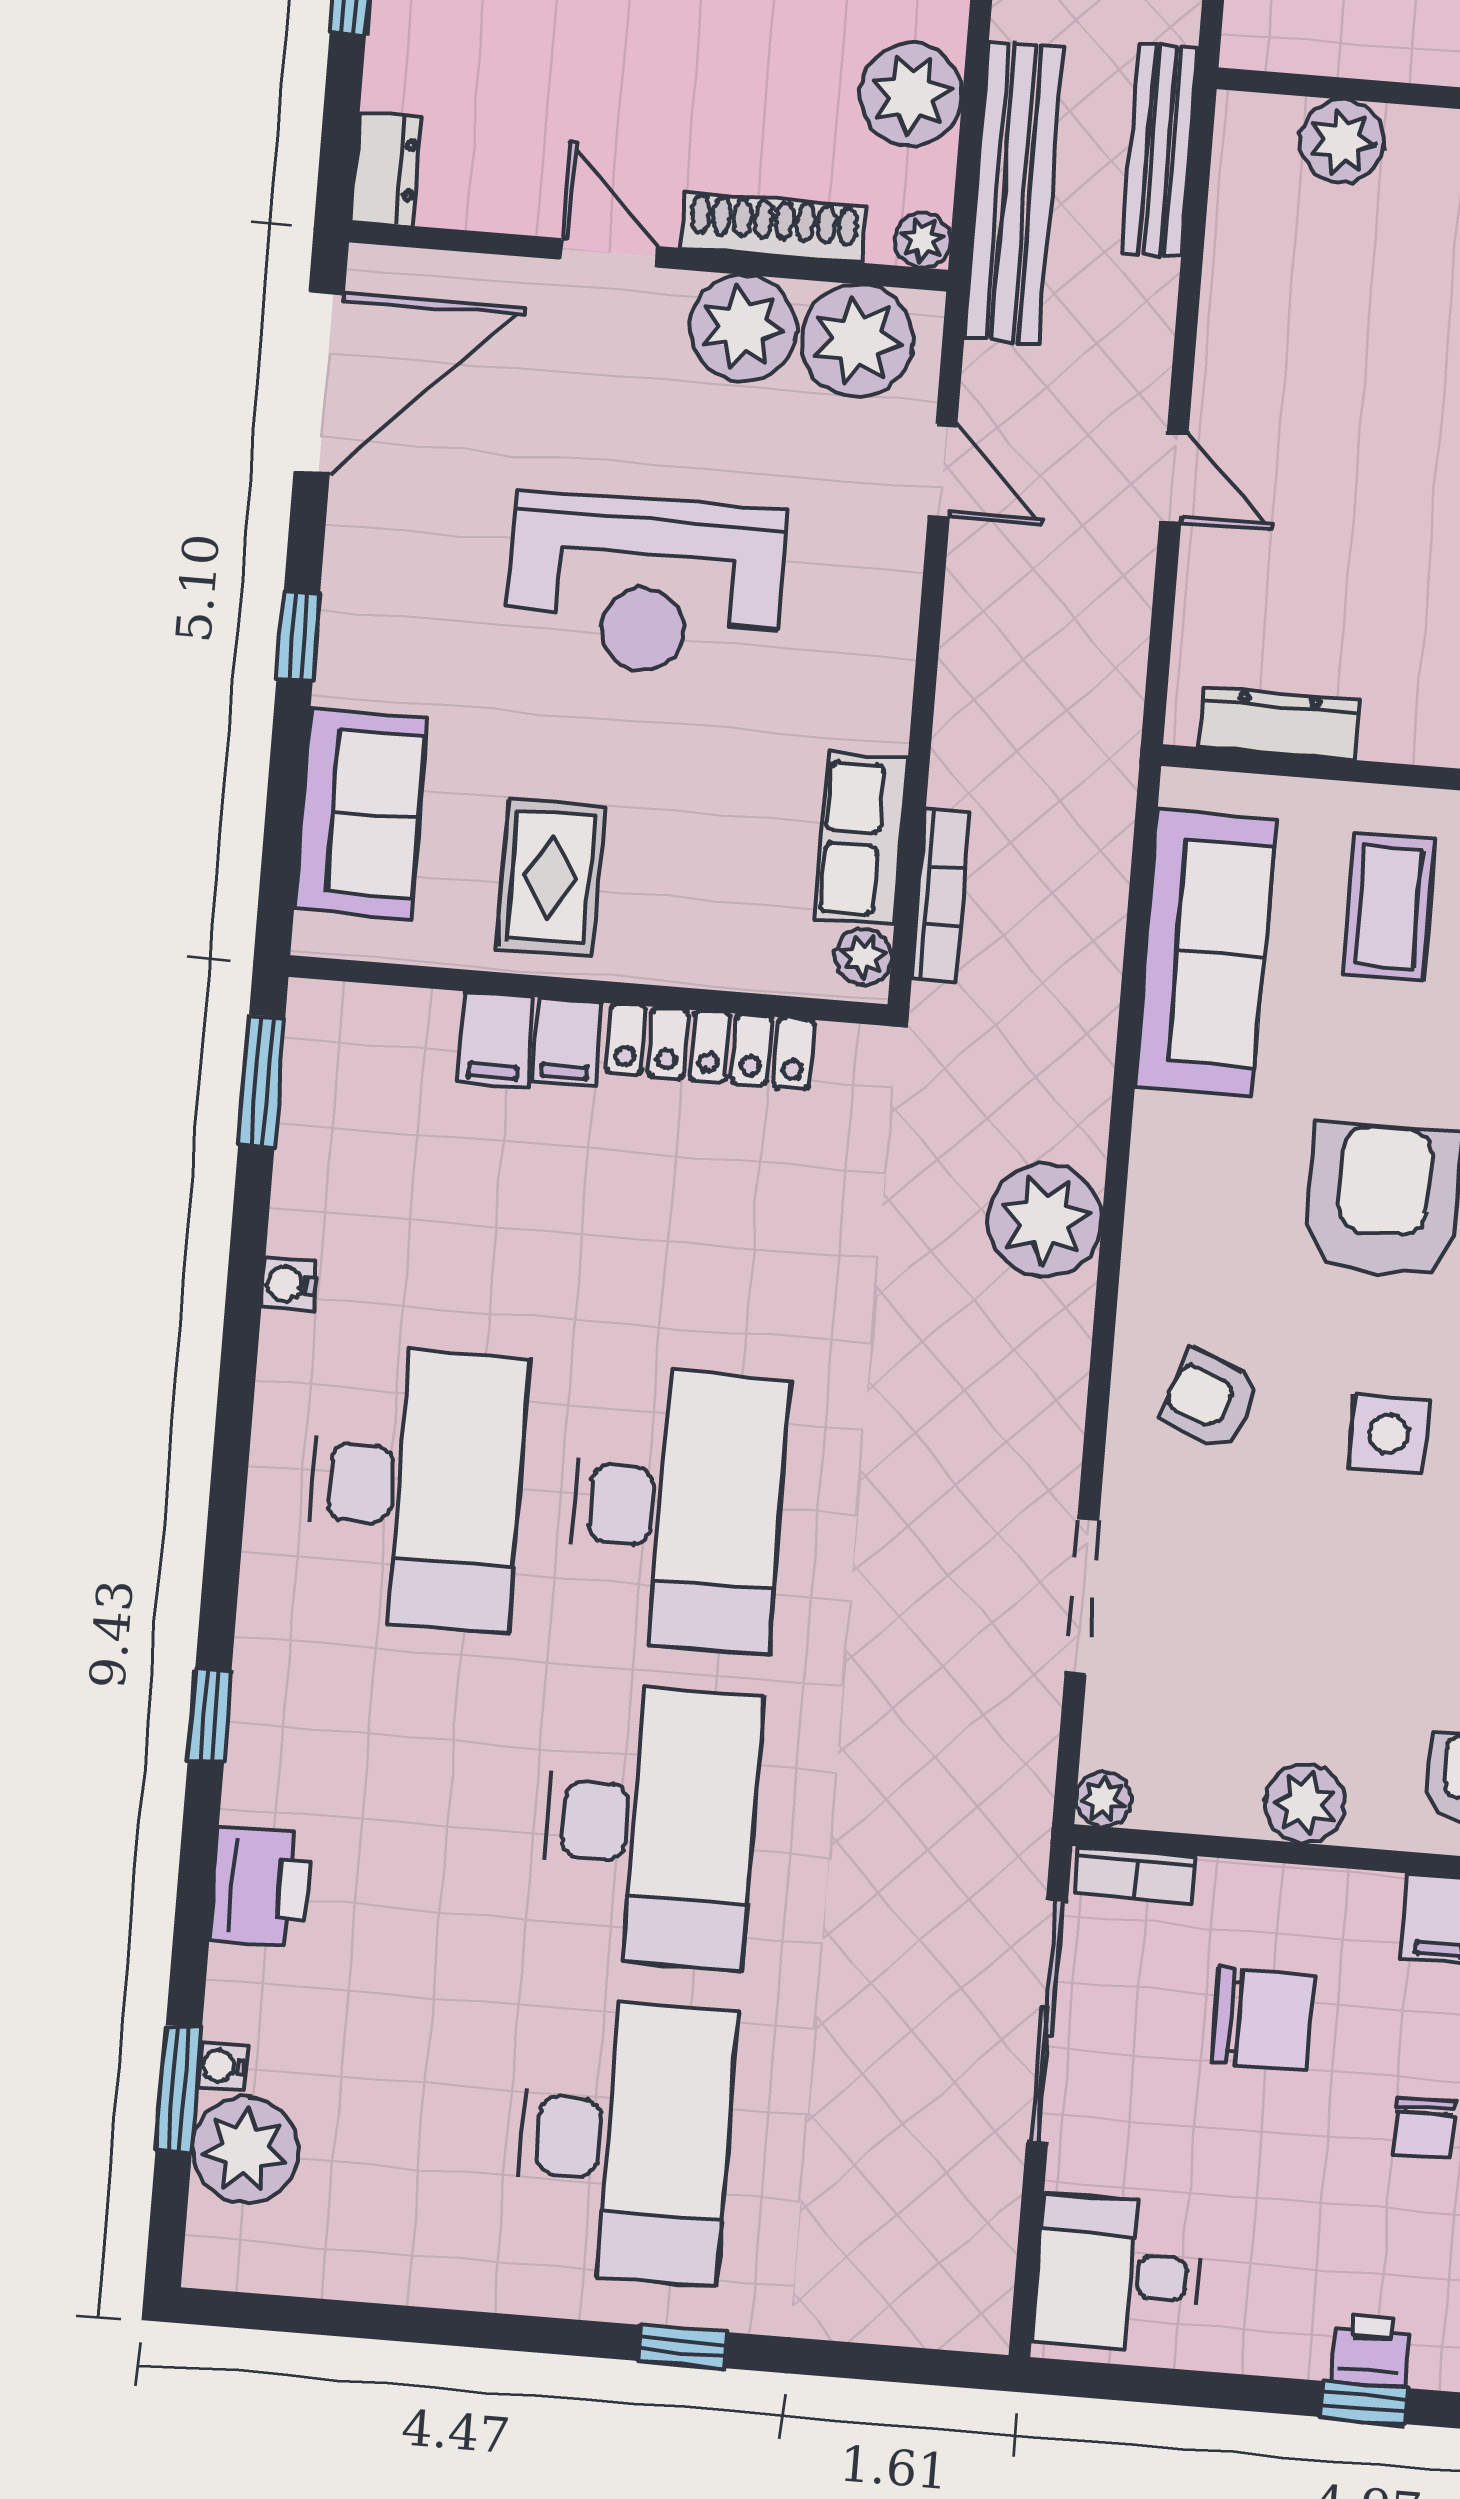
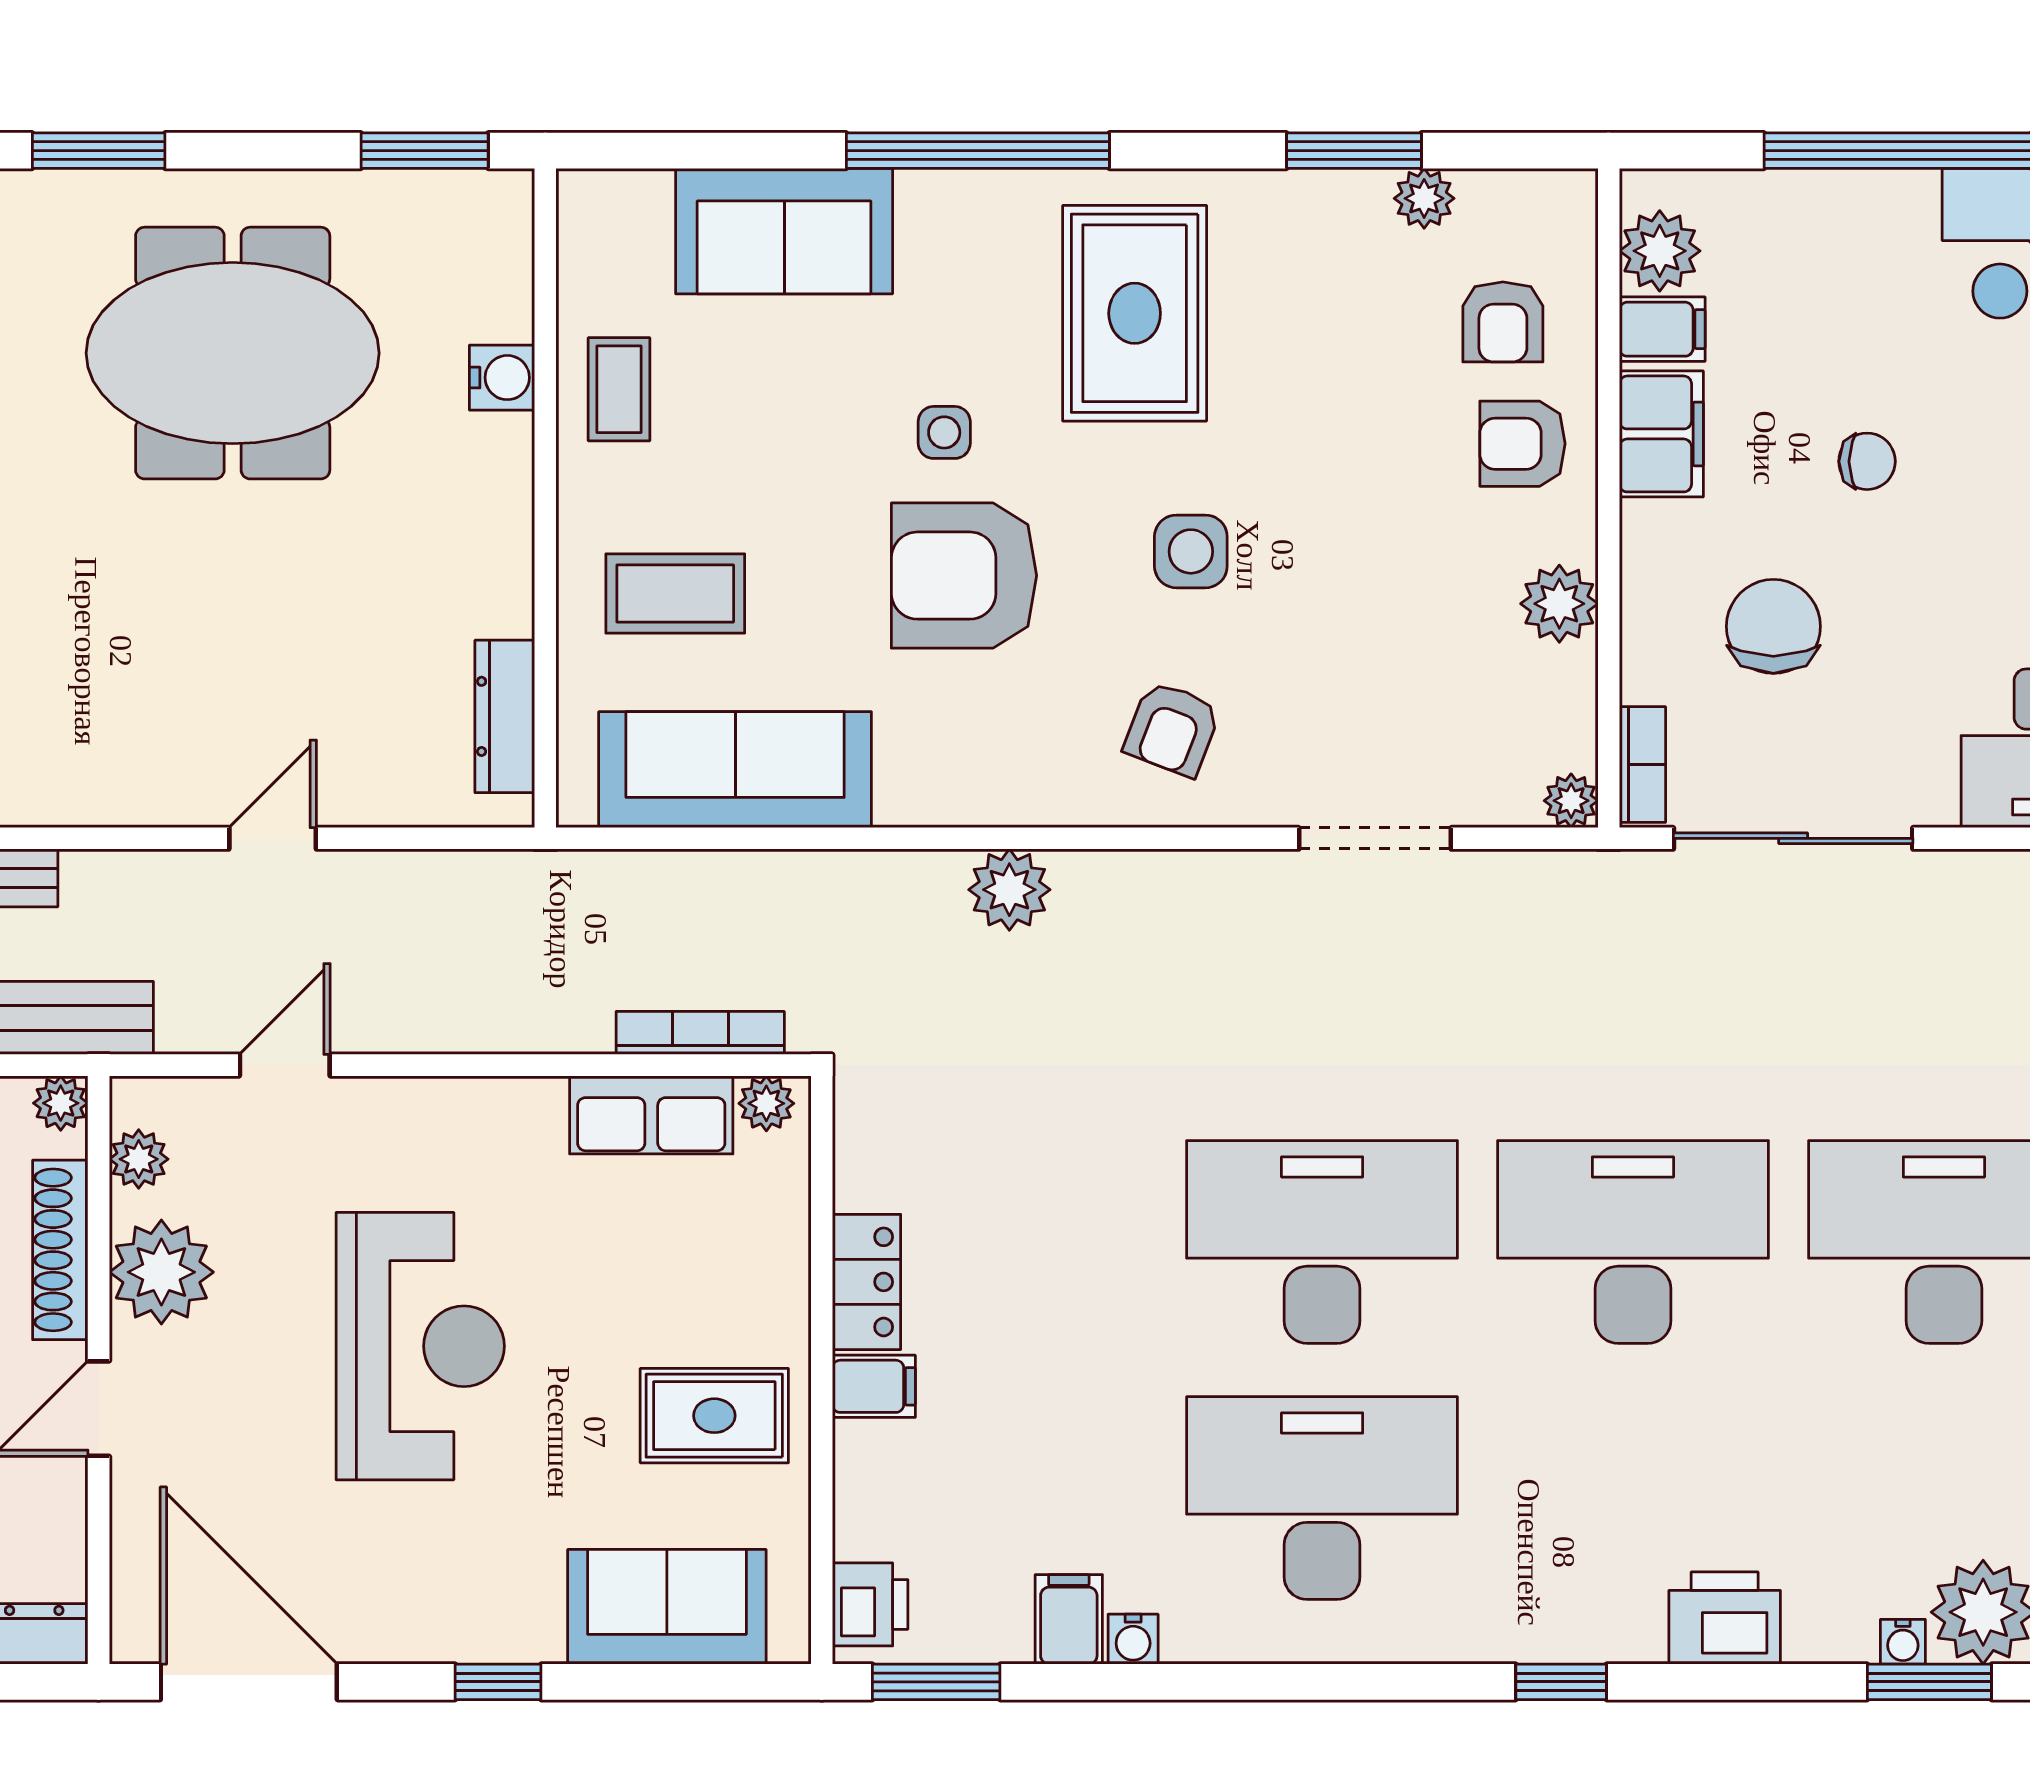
plant: (857, 341) -> (139, 1159), width x0.53, depth x0.53
printer: (346, 1020) -> (870, 1604), added
filing cabinet: (495, 1040) -> (1069, 1619), moved, turned -90
locker: (710, 1046) -> (867, 1282), width x0.66
plant: (1045, 1220) -> (1009, 890), width x0.73, depth x0.73

